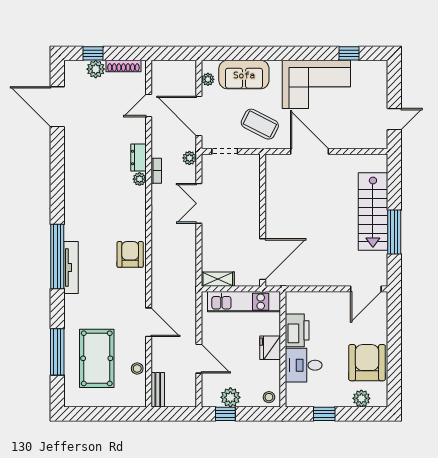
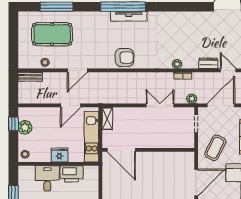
dresser: (138, 158) -> (208, 63), moved
tv unit: (71, 268) -> (129, 16), moved
door: (199, 359) -> (70, 105), moved

